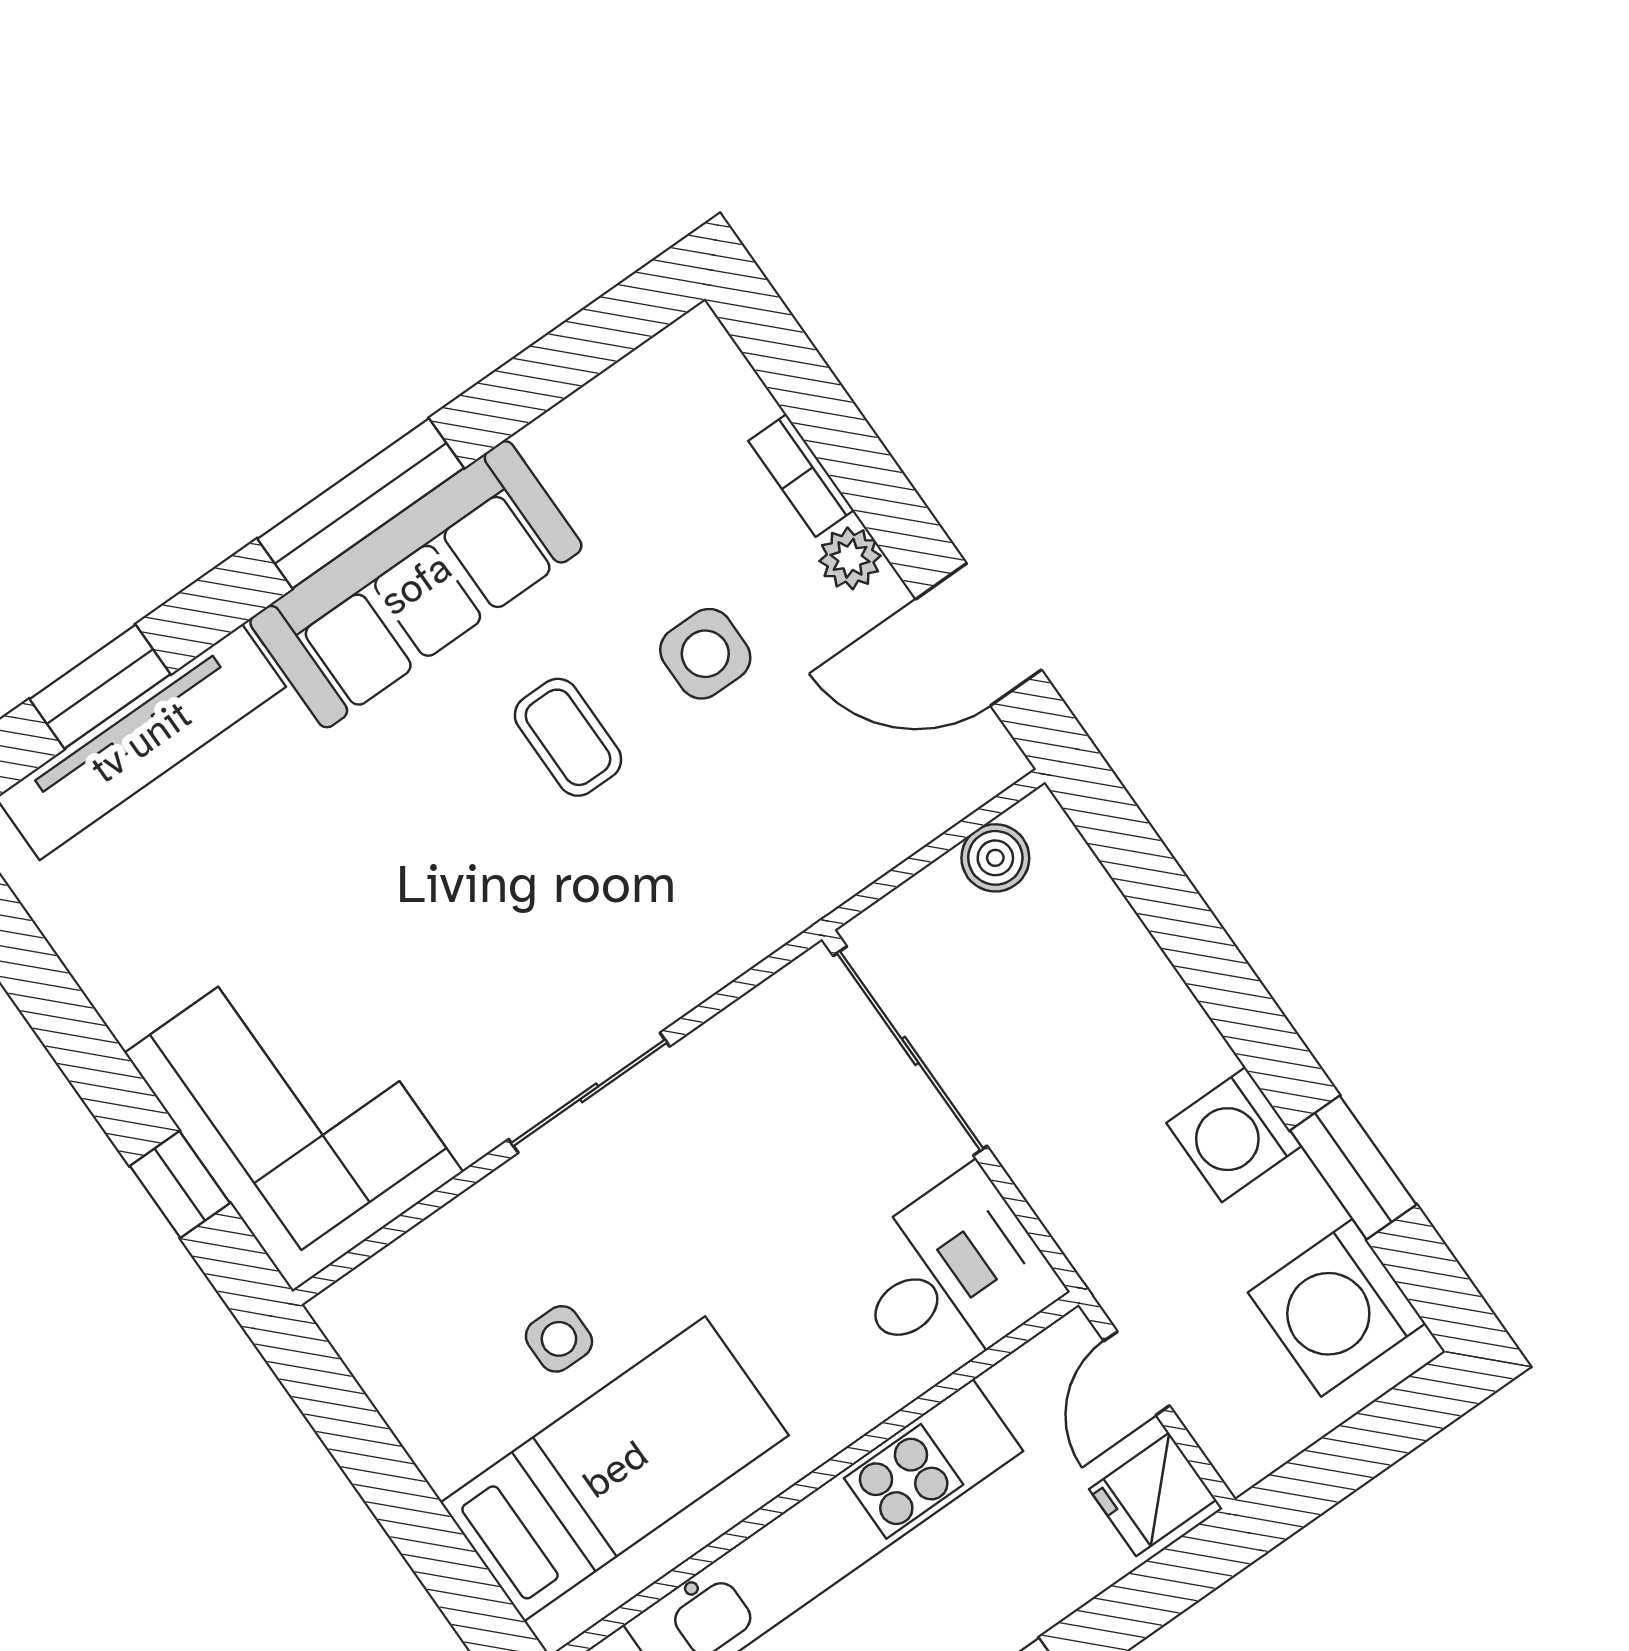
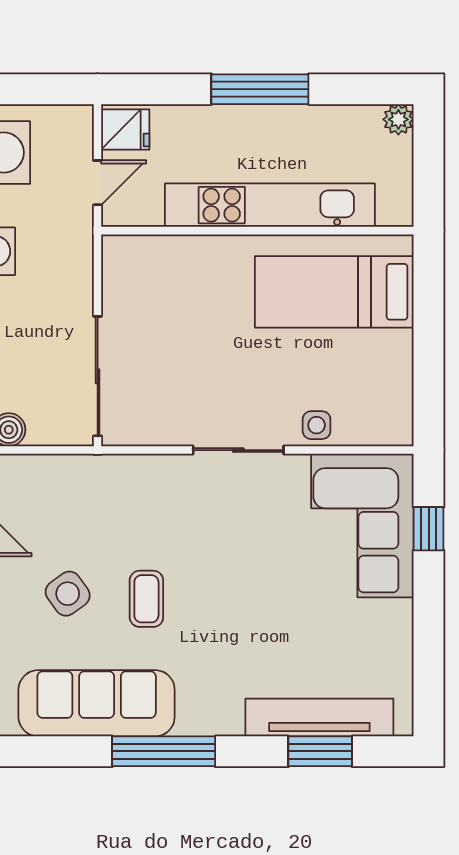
sofa: (416, 584) -> (97, 703), moved
side table: (705, 654) -> (68, 594), turned -36
desk: (951, 1276) -> (145, 274), removed
side table: (559, 1339) -> (317, 425), moved

